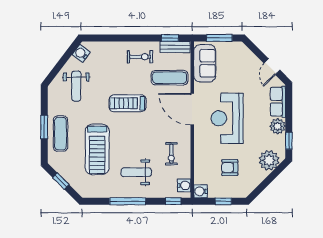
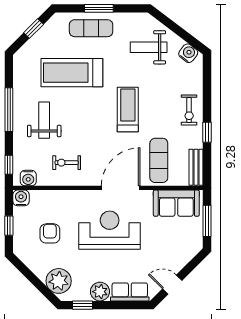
window: (170, 38) -> (207, 132), moved
exercise bike: (140, 57) -> (189, 110), moved

